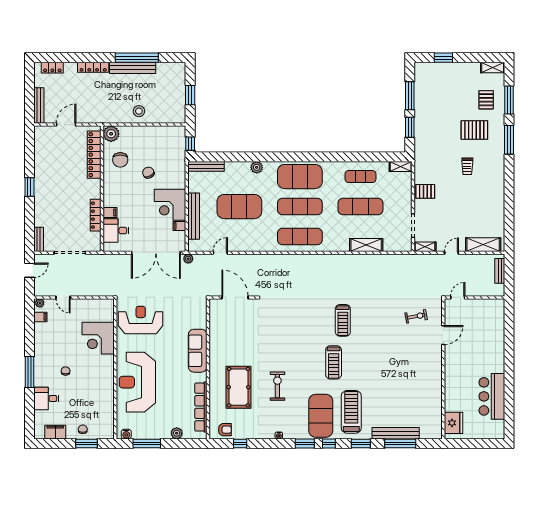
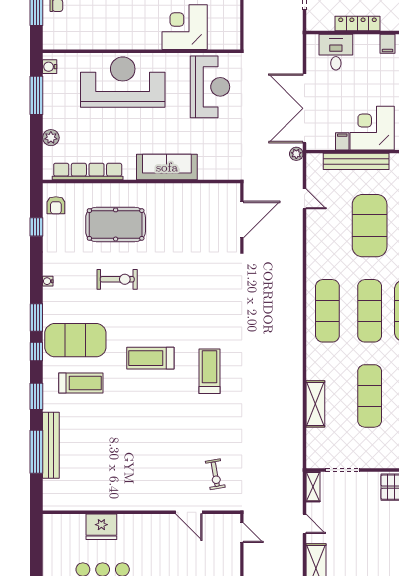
filing cabinet: (110, 213) -> (388, 44), moved
treadmill: (343, 320) -> (210, 371), turned 90
treadmill: (351, 412) -> (81, 383), width x0.73, depth x0.73
fridge: (453, 423) -> (101, 527), moved

